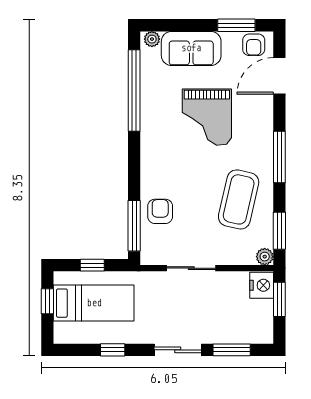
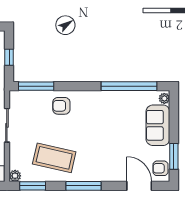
grand piano: (207, 117) -> (111, 136), removed
armchair: (160, 211) -> (61, 106), moved, turned 180

